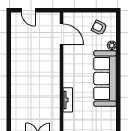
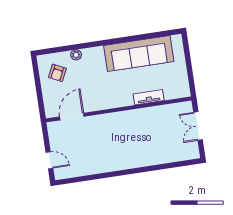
door: (28, 10) -> (49, 160), hinge flipped
sofa: (105, 79) -> (139, 53), moved

